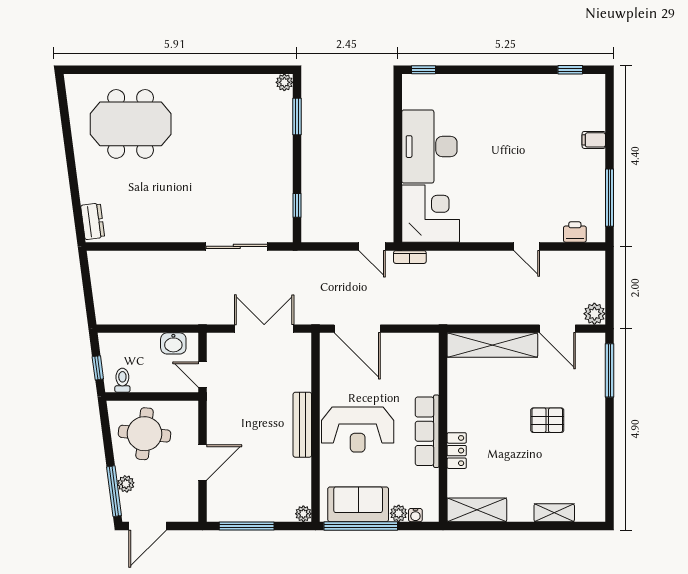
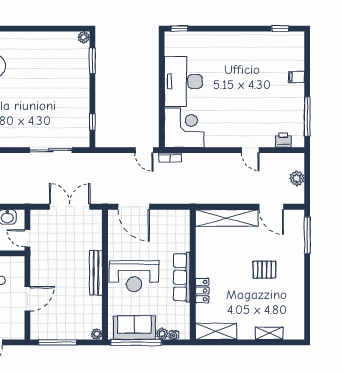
plant: (594, 314) -> (297, 178), moved

